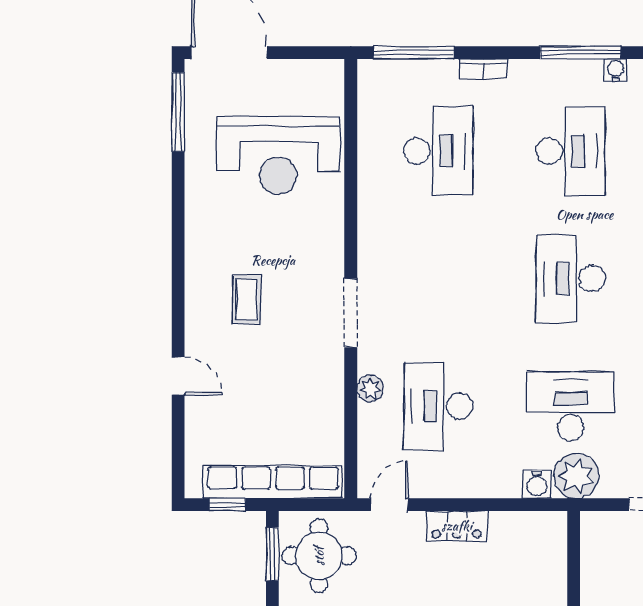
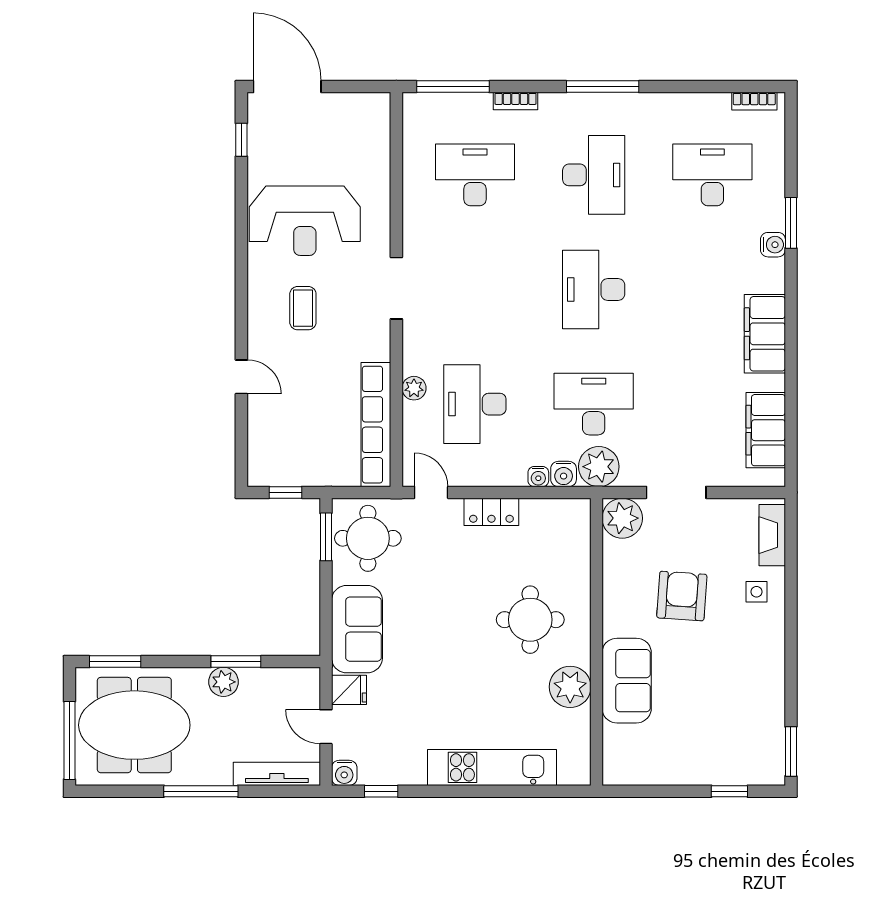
water cooler: (616, 70) -> (538, 477), moved, turned 180
window: (178, 112) -> (241, 140), width x0.46
desk: (438, 151) -> (475, 175), turned -90
reception desk: (278, 155) -> (305, 221), moved
doorway: (351, 313) -> (396, 288), moved
row of seats: (273, 482) -> (376, 425), moved, turned -90
door: (389, 505) -> (431, 492), hinge flipped
plant: (602, 533) -> (622, 518), added

